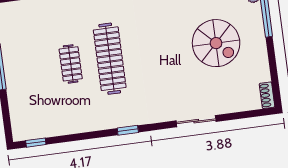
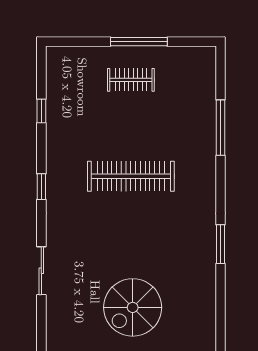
clothes rail: (71, 64) -> (131, 80), moved
window: (36, 143) -> (41, 111), moved

